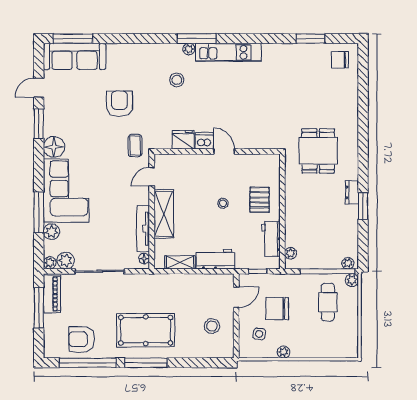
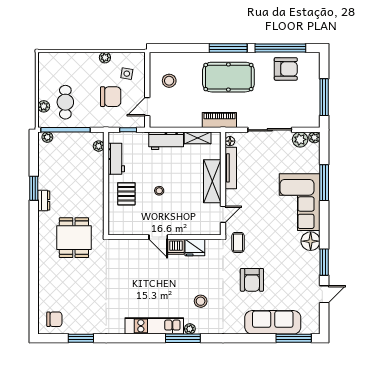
sofa: (75, 56) -> (273, 322), moved
plant: (51, 232) -> (313, 165), removed
plant: (352, 280) -> (44, 106), moved
piano: (52, 294) -> (219, 120), moved, turned 90

